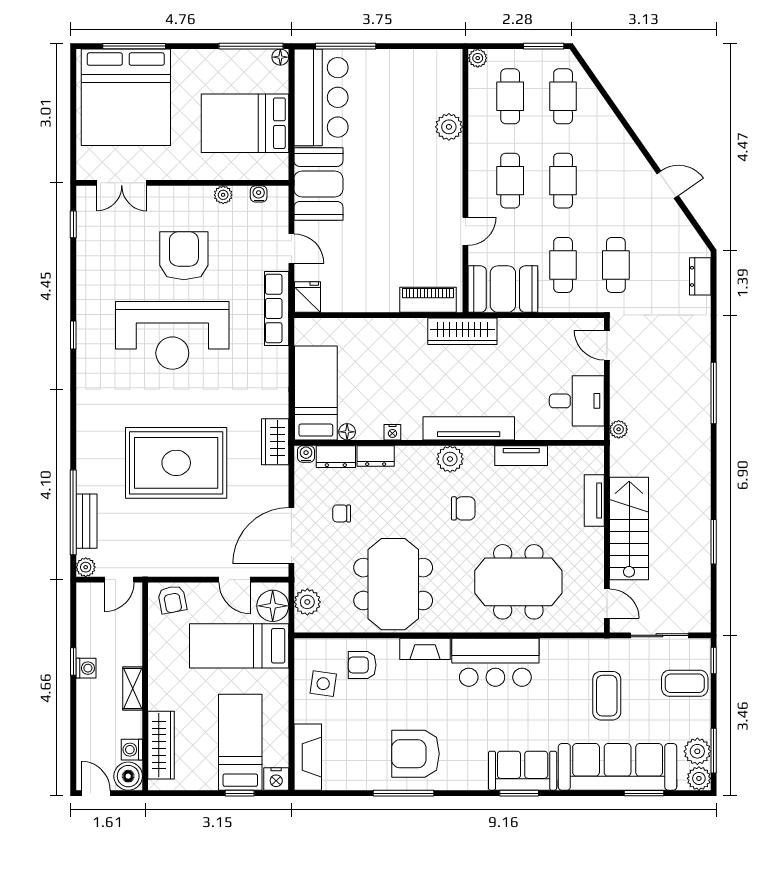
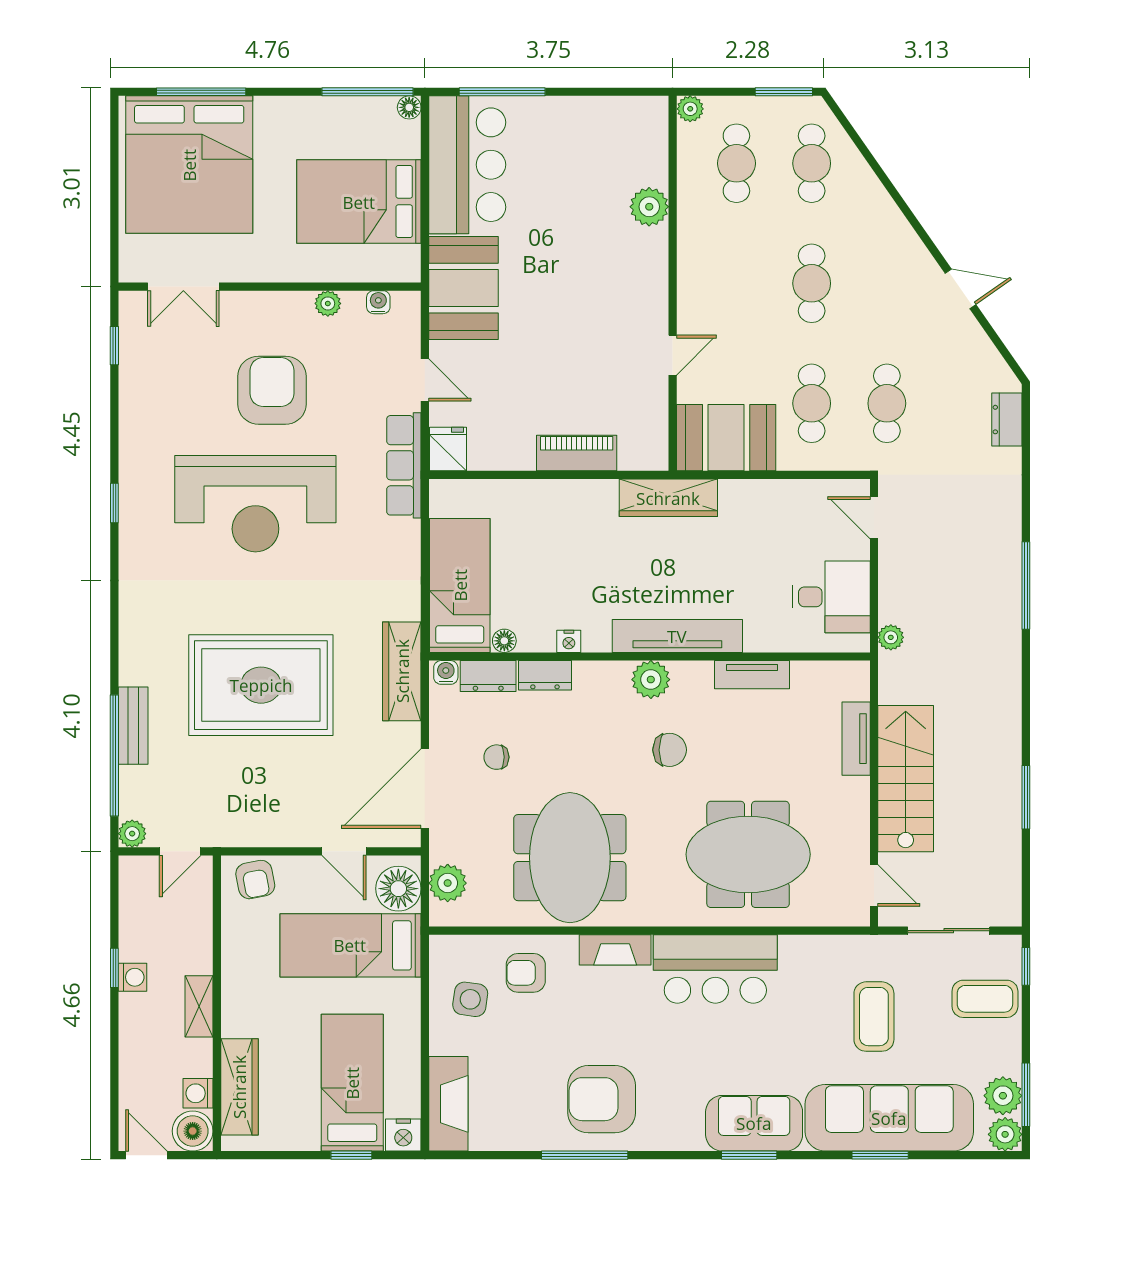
cafe table: (510, 181) -> (736, 283), removed
piano: (428, 300) -> (577, 453), moved
wardrobe: (275, 442) -> (402, 671), width x1.50
bench: (86, 521) -> (133, 726), moved
window: (644, 793) -> (880, 1155), moved

